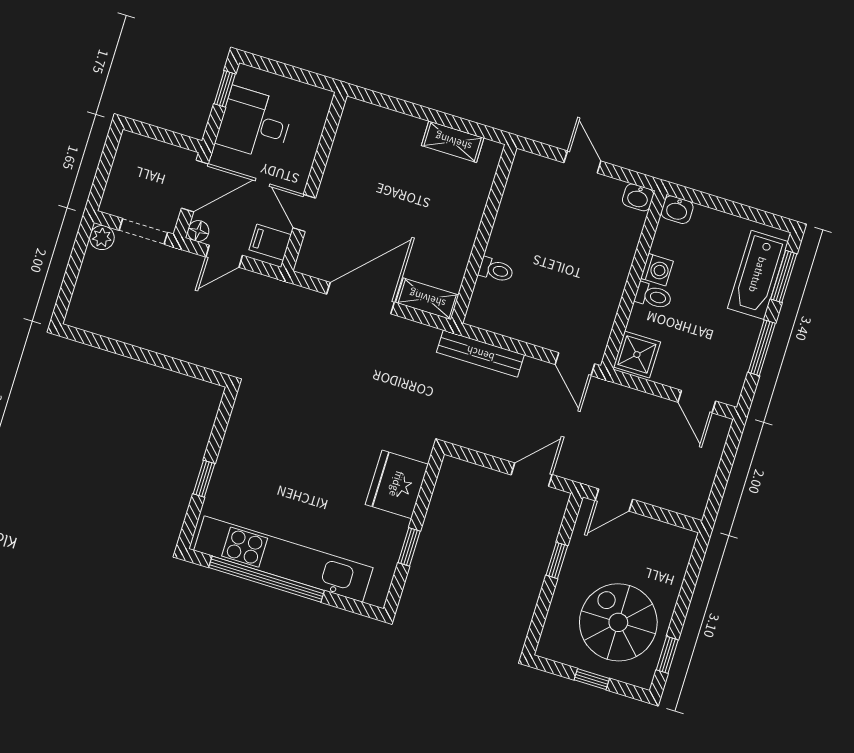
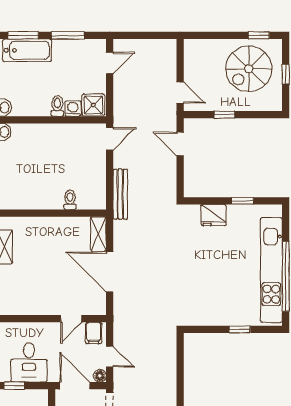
washing machine: (657, 270) -> (73, 108), moved
fridge: (397, 484) -> (214, 215), width x0.73, depth x0.75

